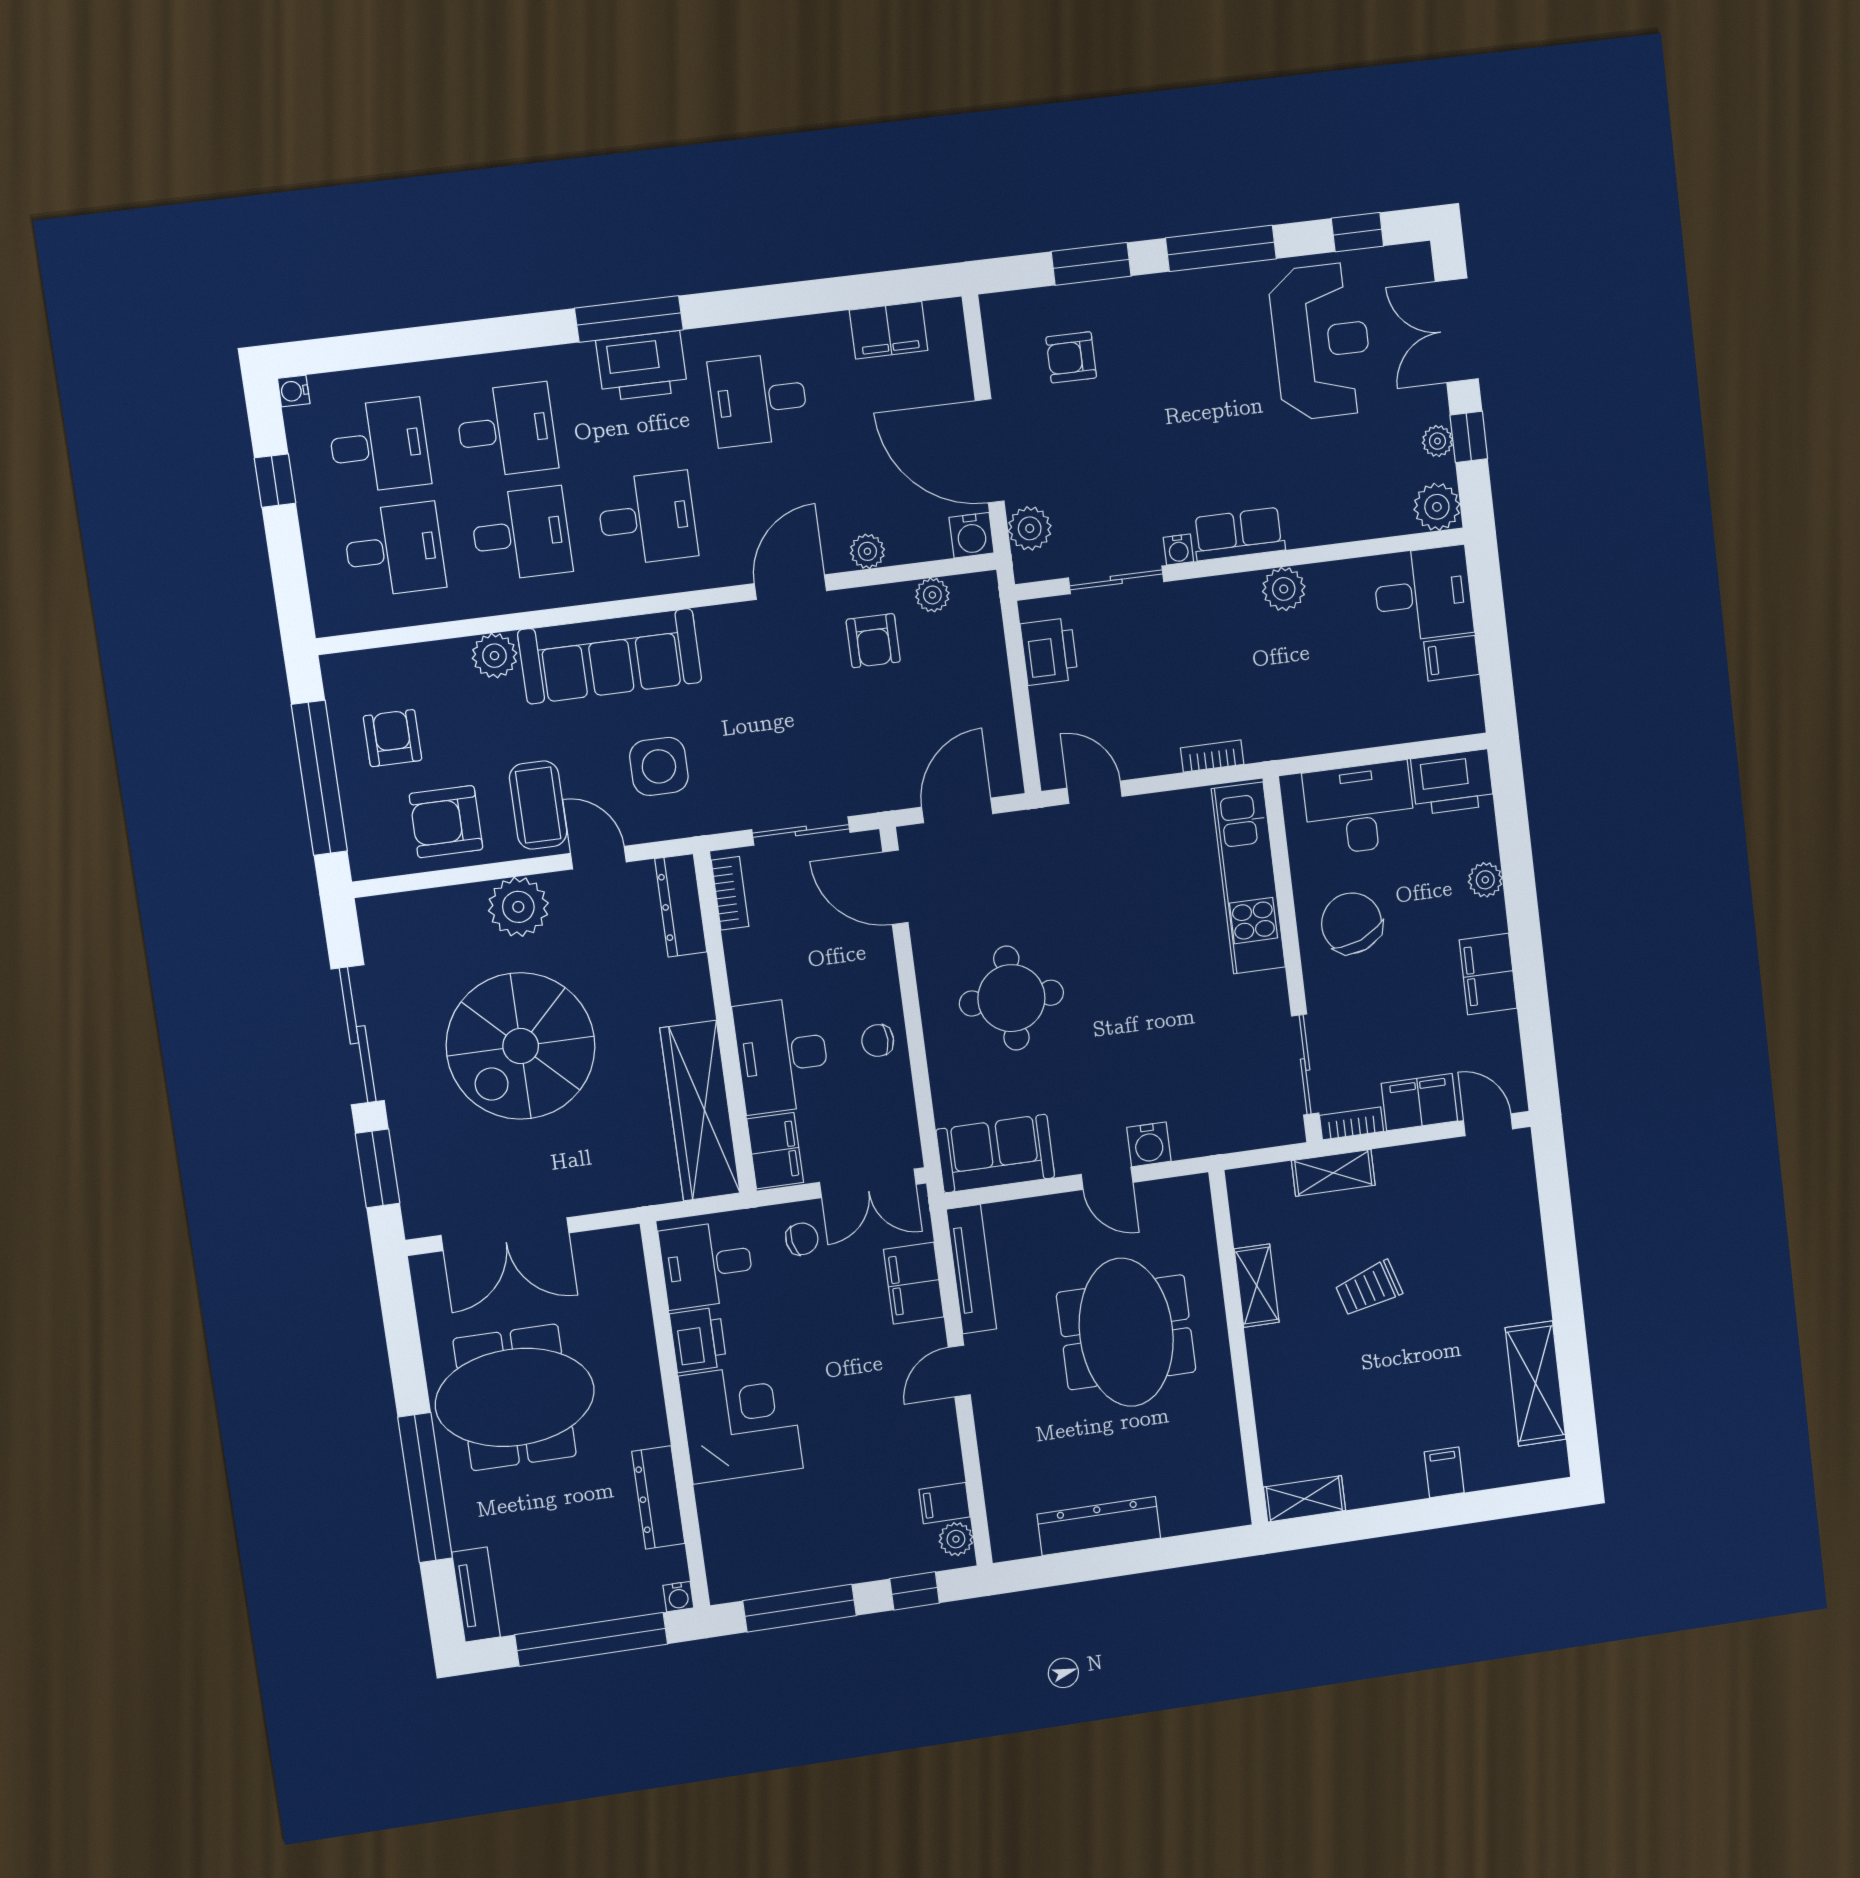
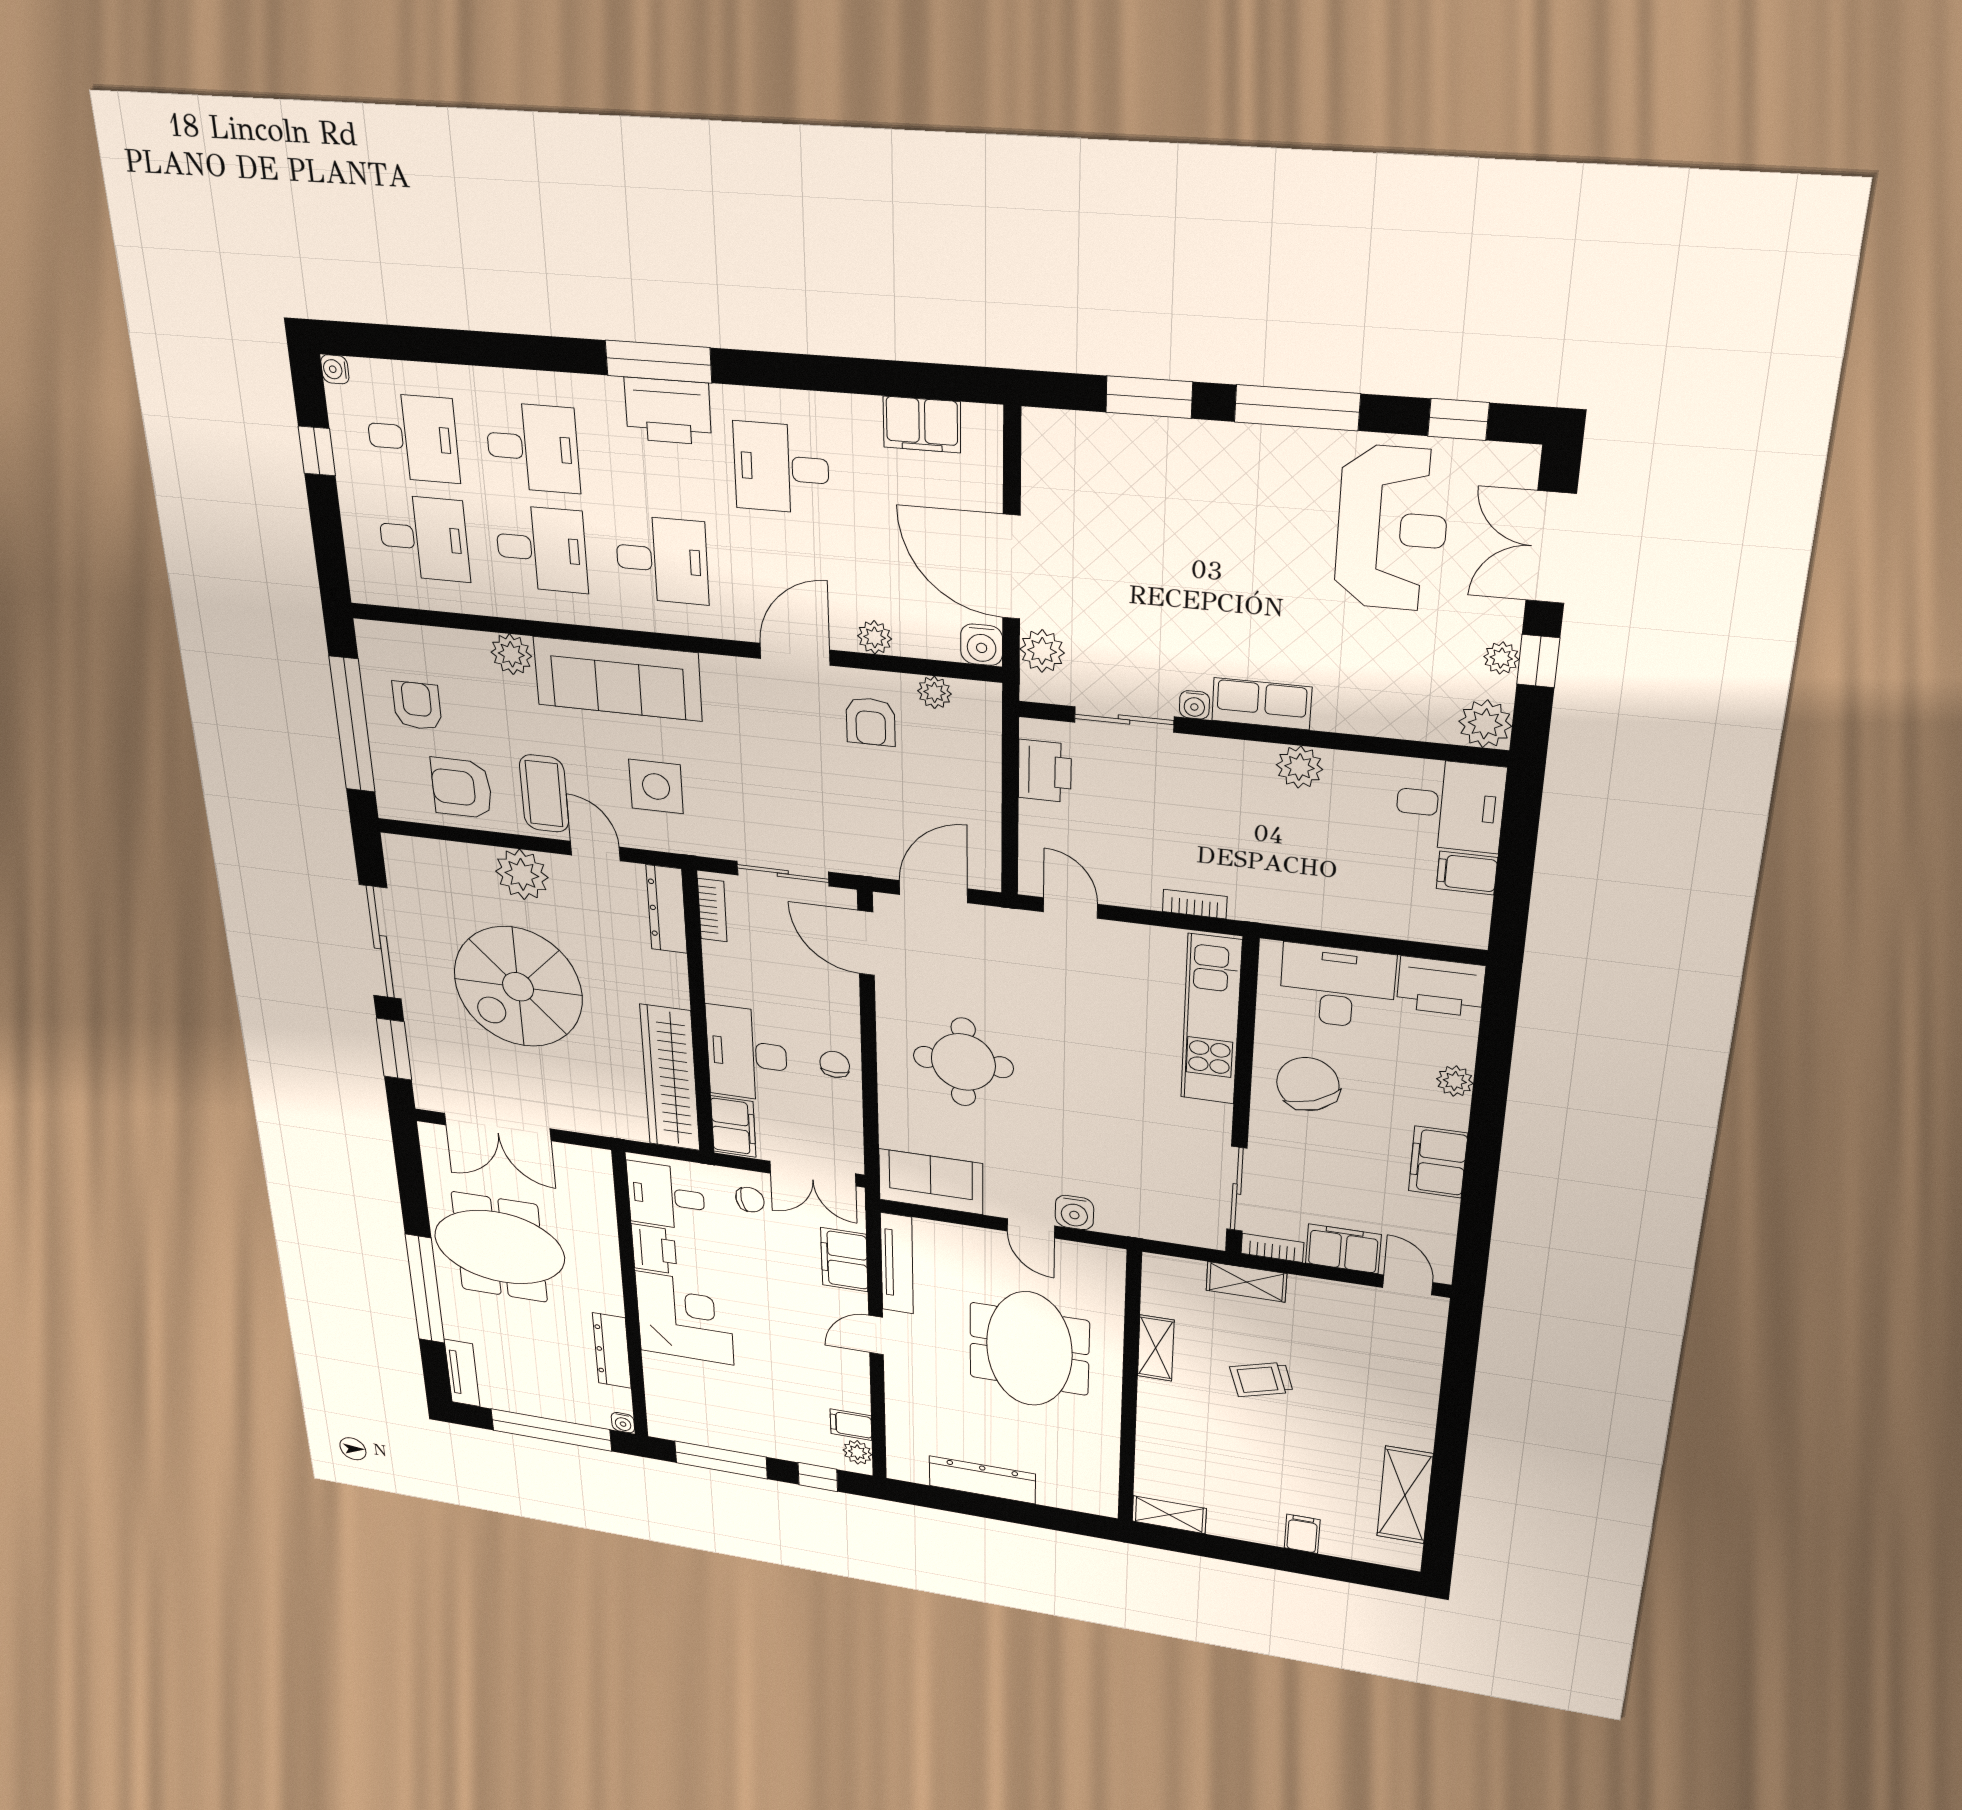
armchair: (1071, 357) -> (1112, 490), removed
chair: (878, 1041) -> (835, 1064), turned 90

